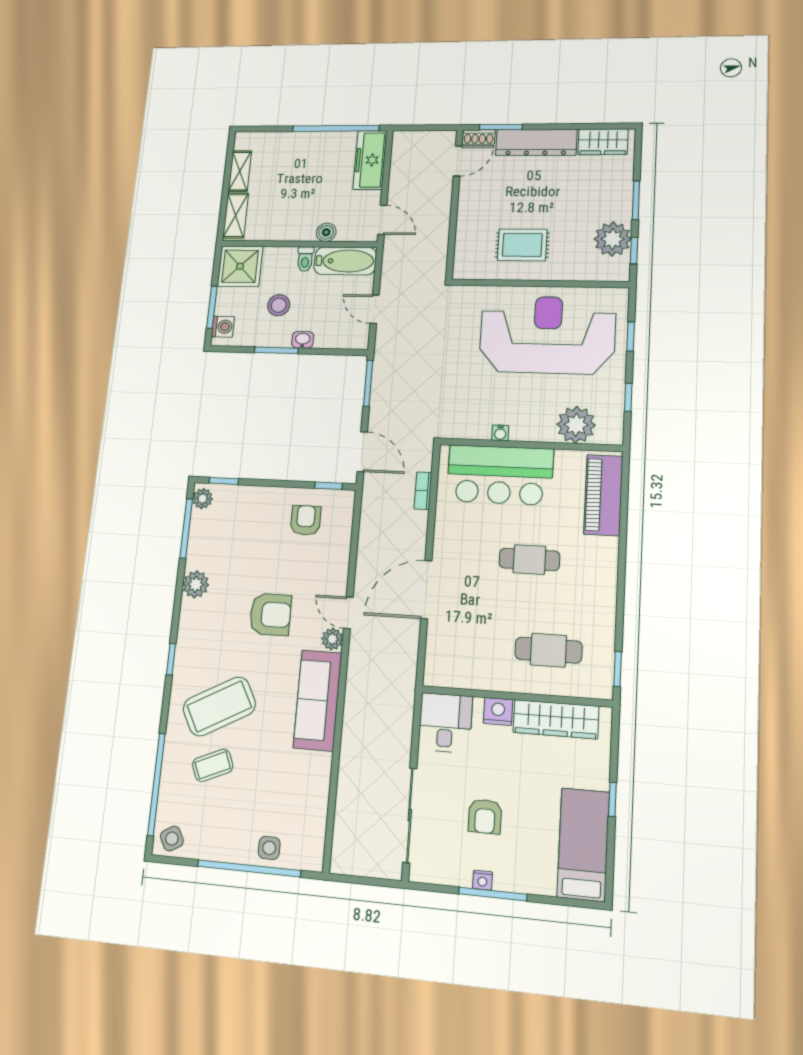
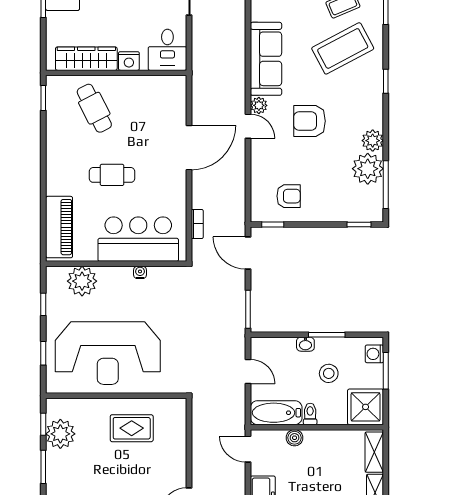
plant: (203, 499) -> (368, 169), moved, width x1.87, depth x1.87
armchair: (306, 520) -> (289, 196), turned -90
cafe table: (548, 650) -> (94, 108), turned 63

